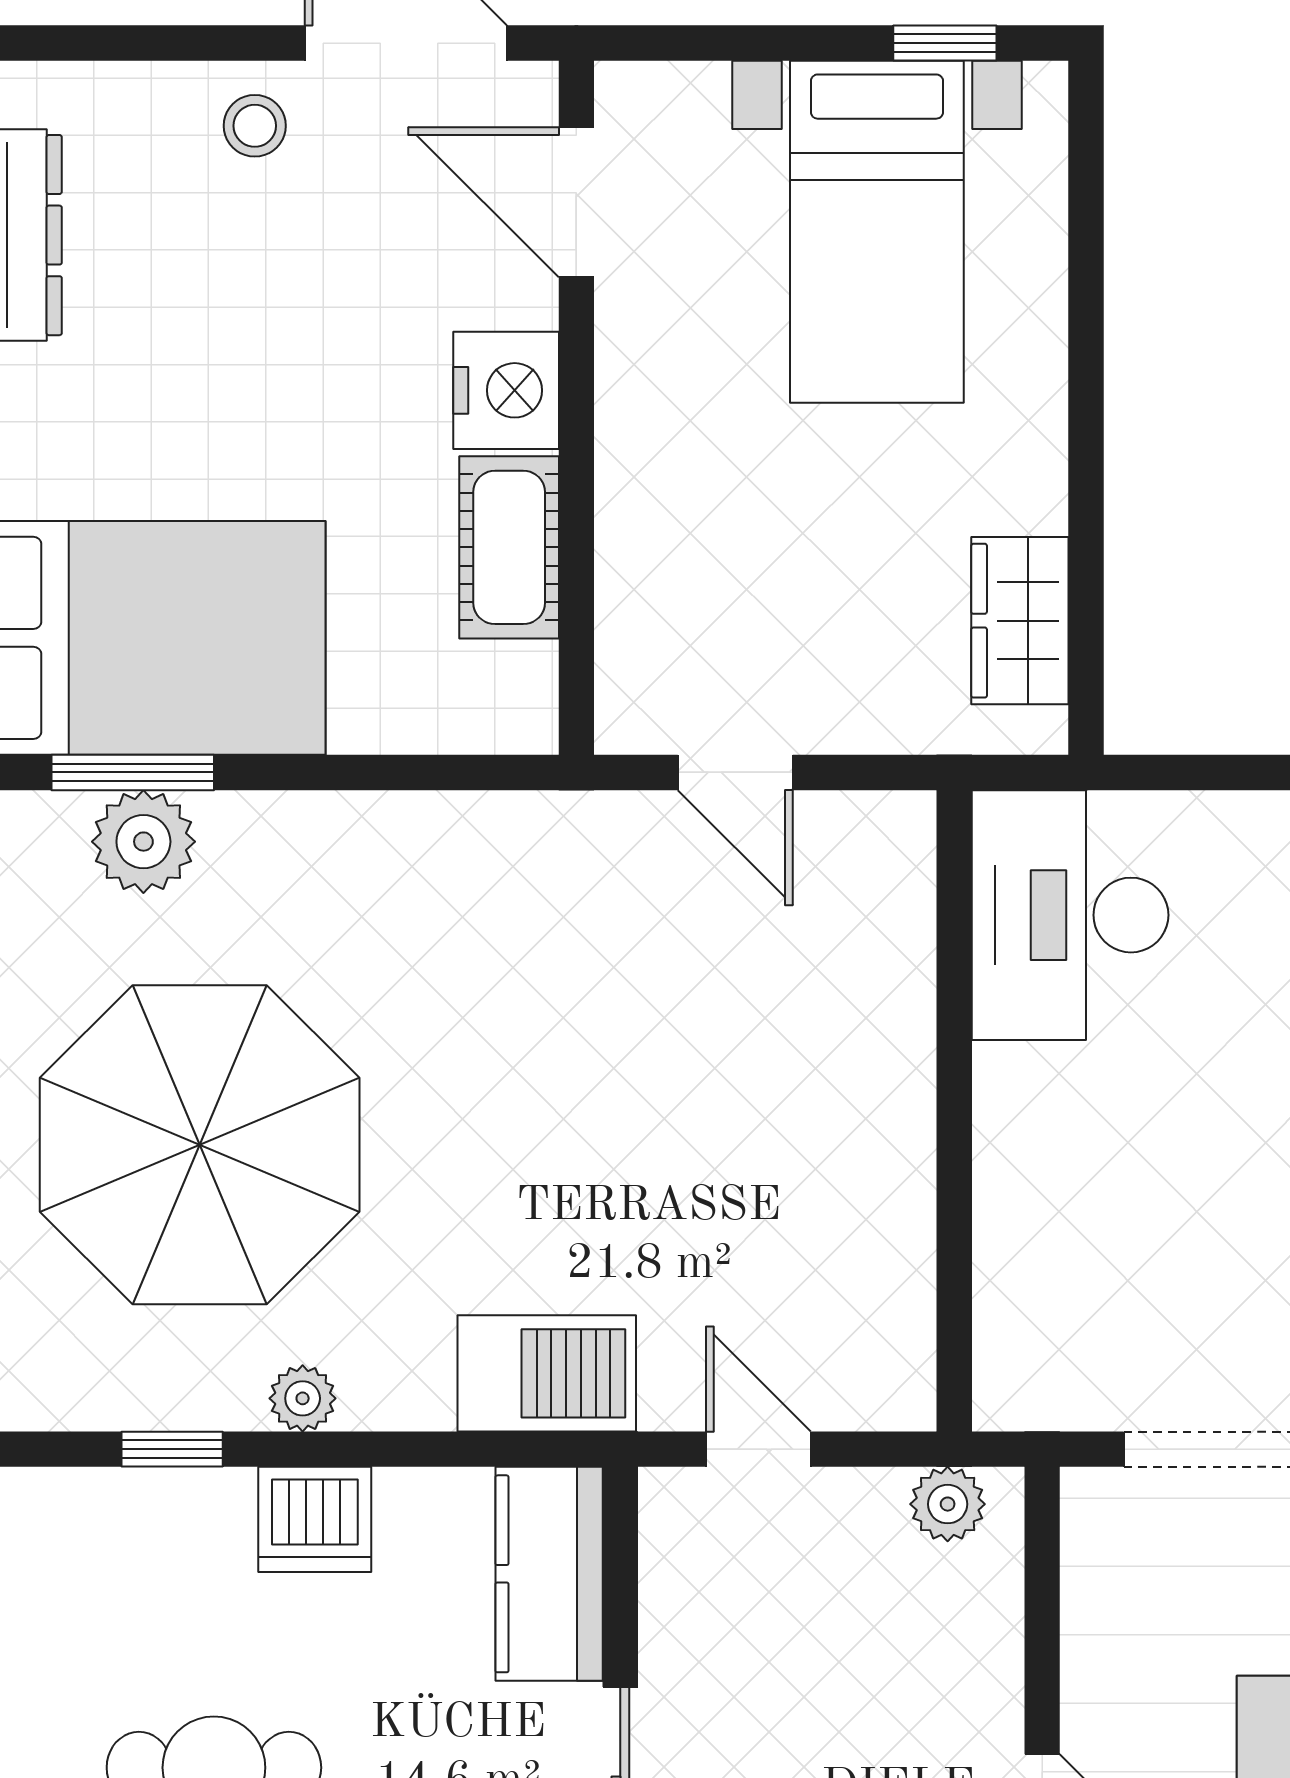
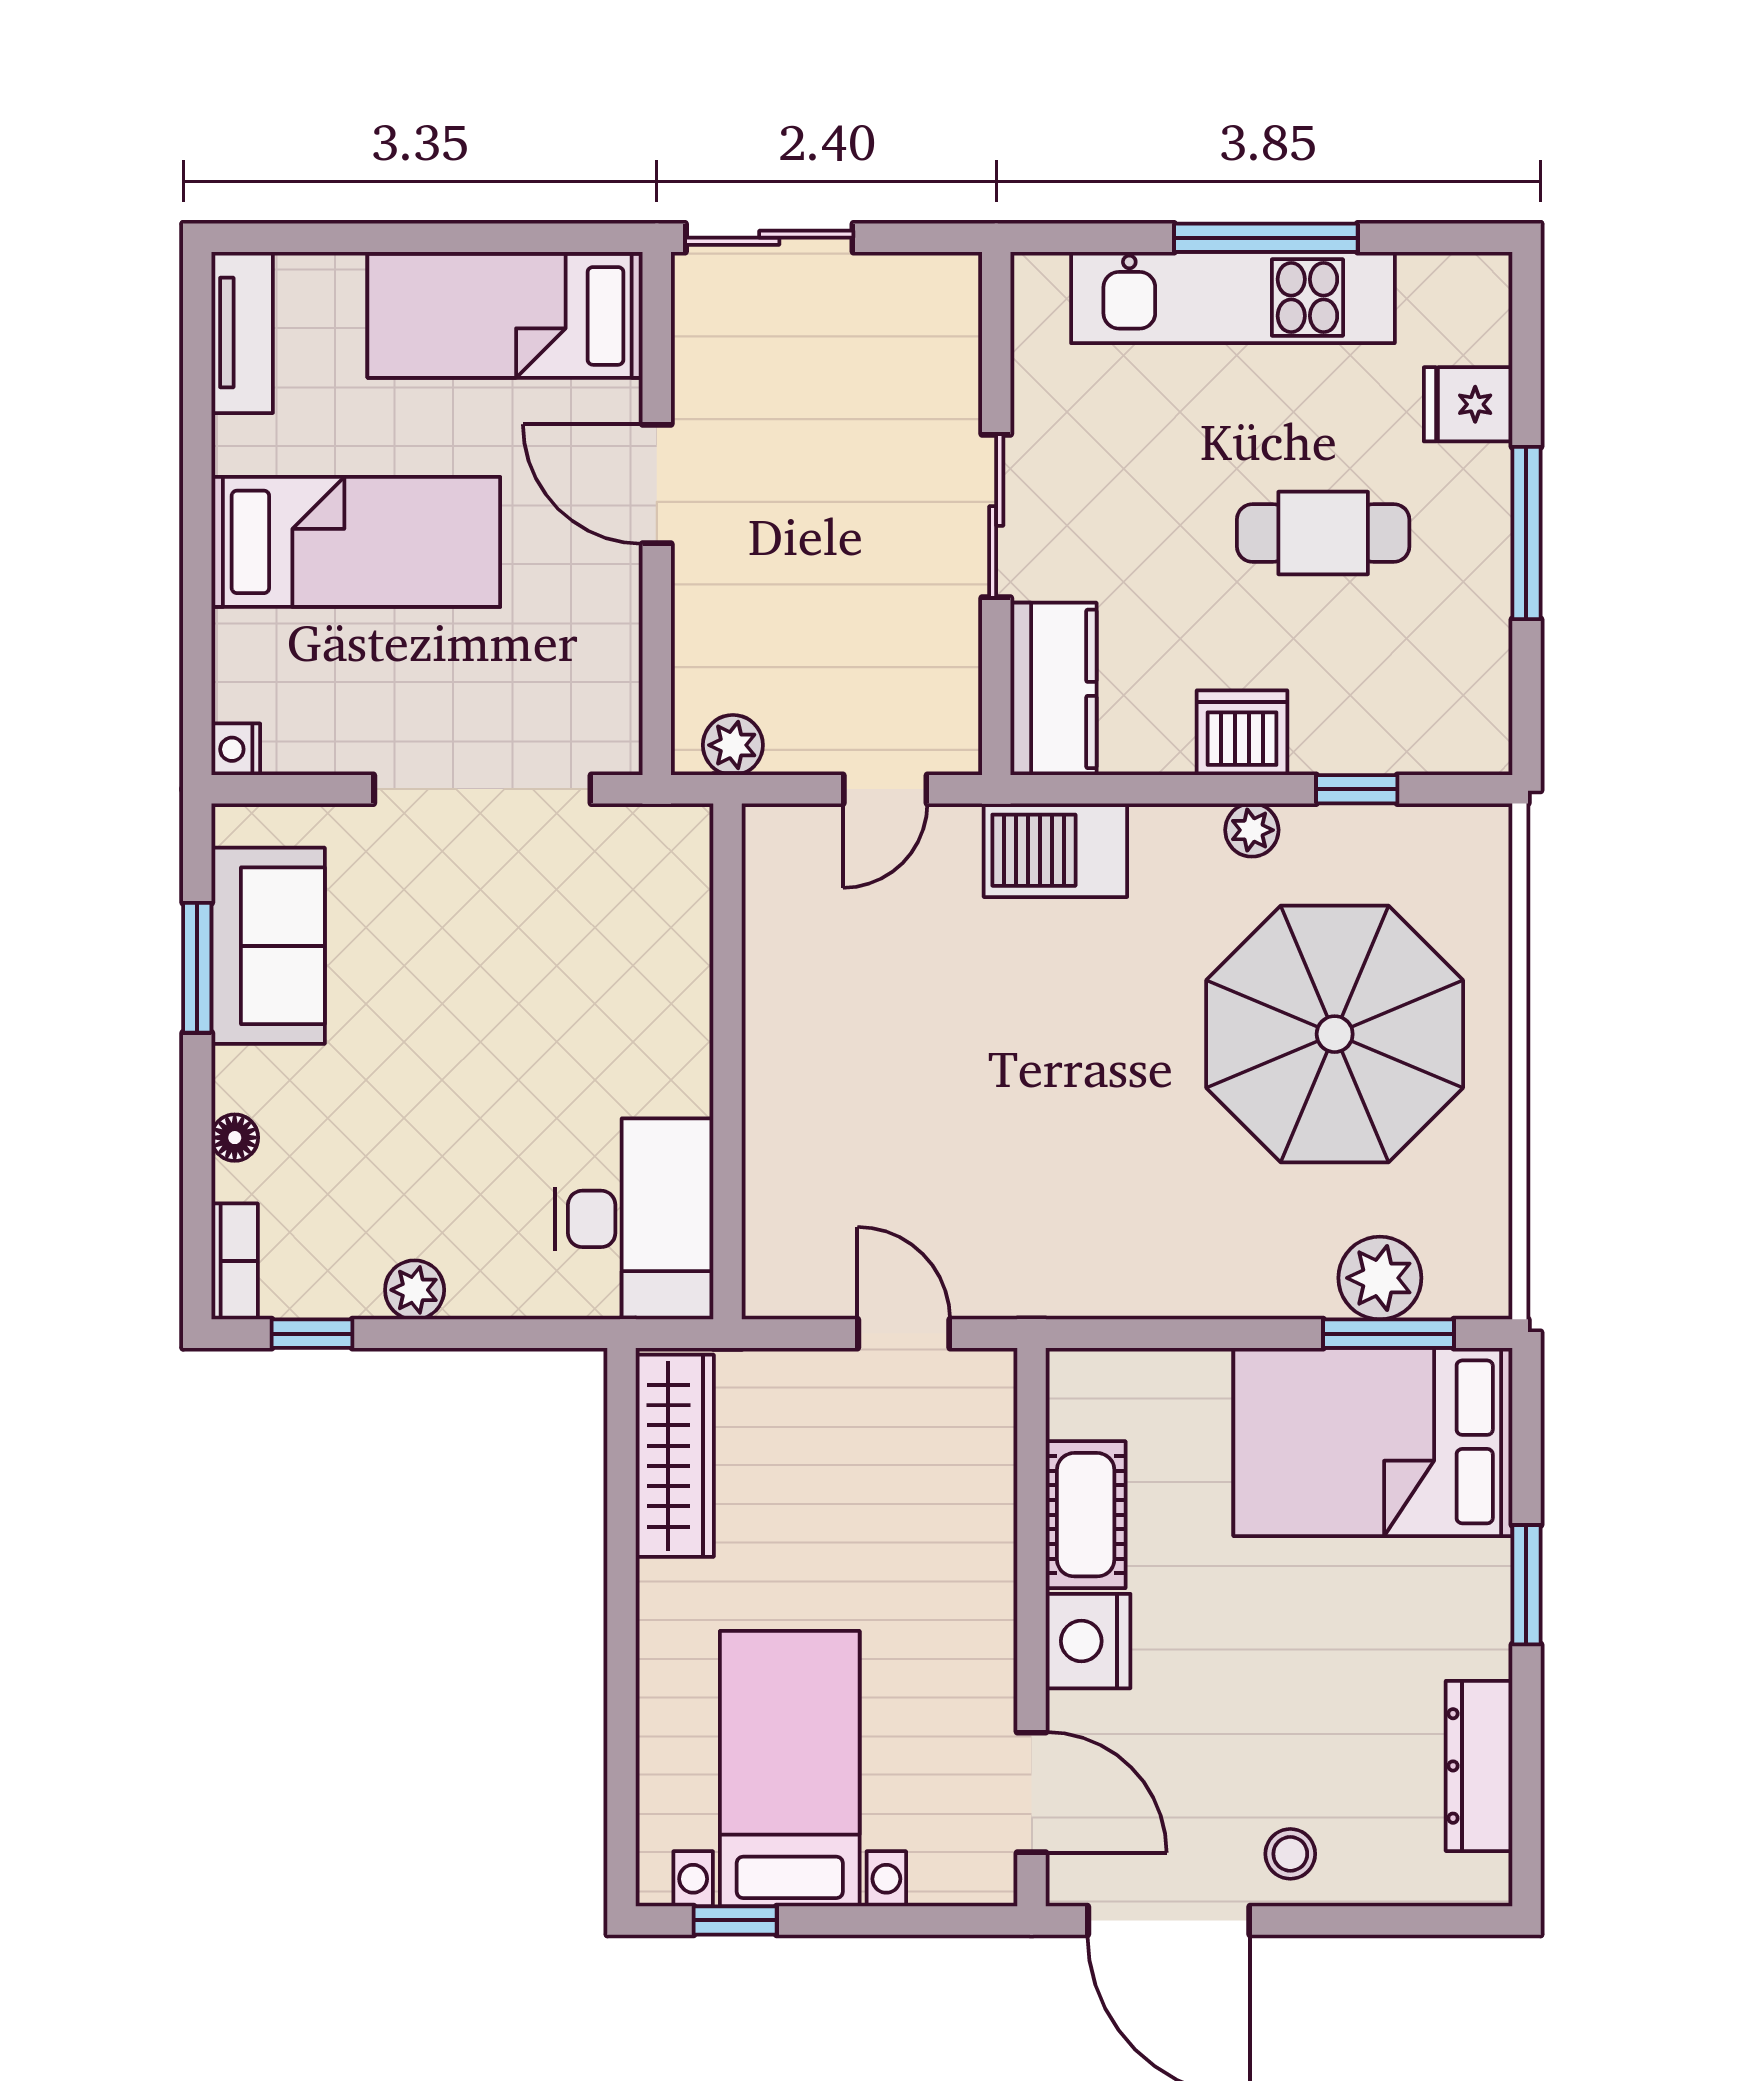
wardrobe: (1020, 621) -> (675, 1456), width x1.50
door: (758, 1449) -> (885, 789), hinge flipped

